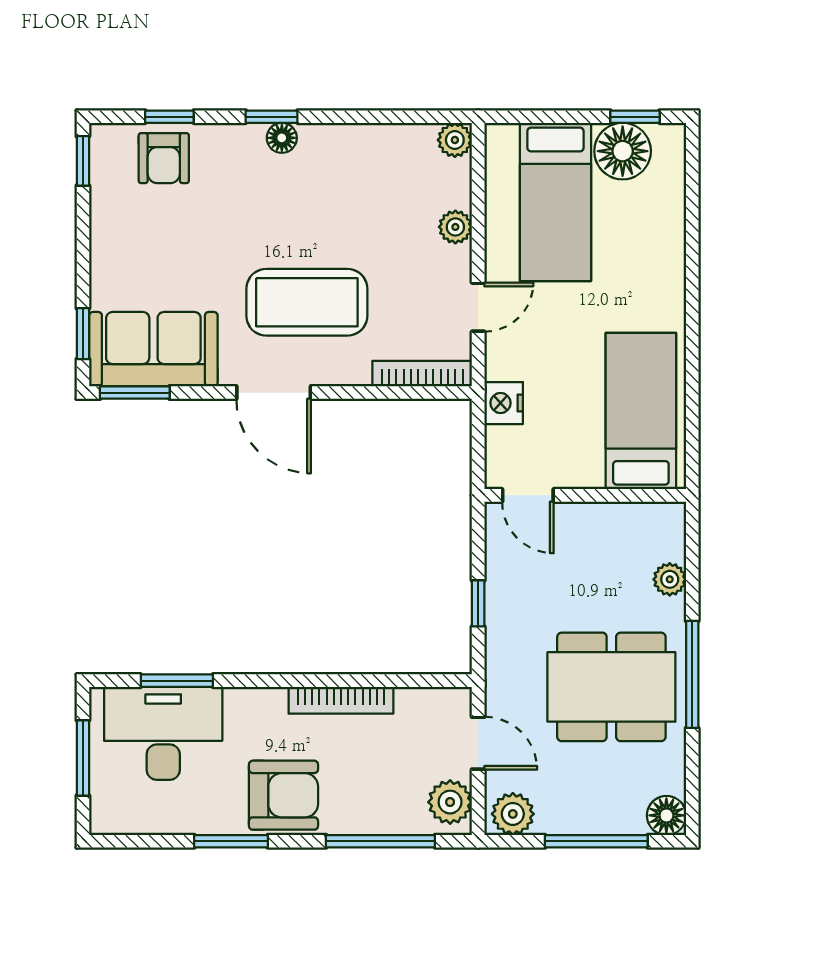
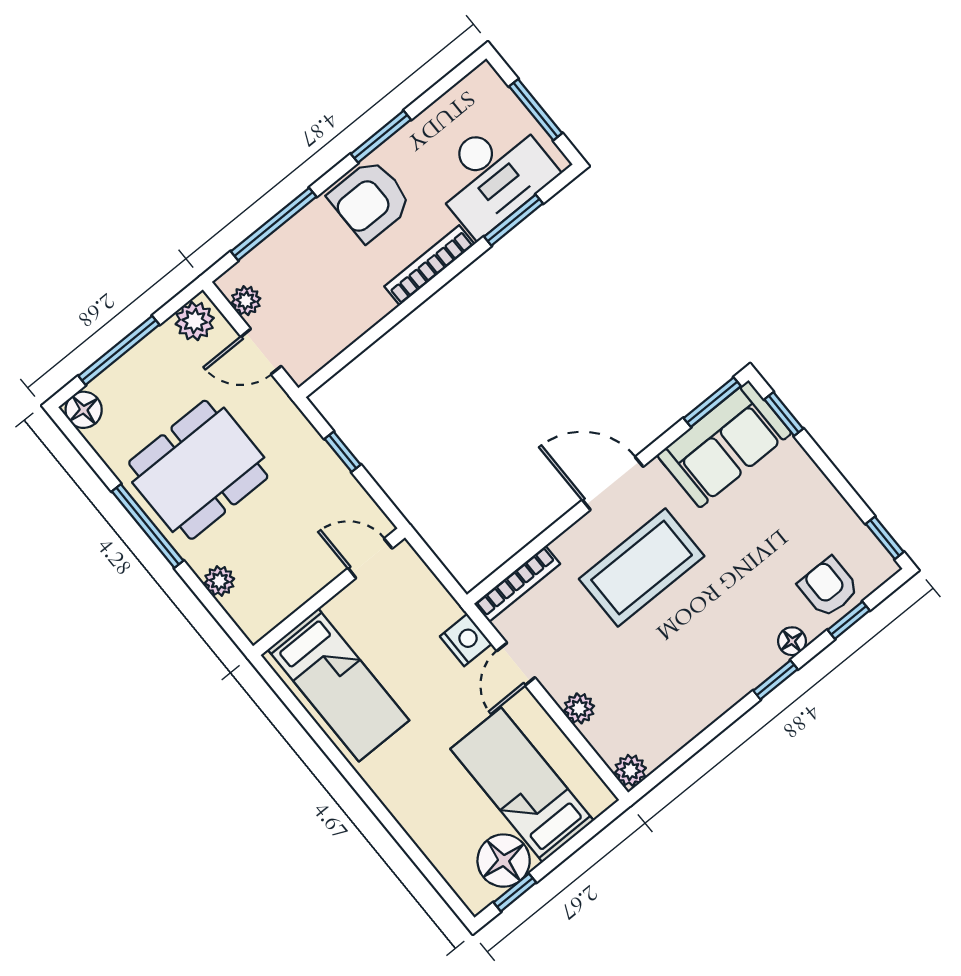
floor lamp: (282, 138) -> (792, 641), moved
nightstand: (504, 403) -> (466, 640), moved
bookcase: (341, 700) -> (429, 265), moved
plant: (450, 802) -> (246, 301), width x0.73, depth x0.73

